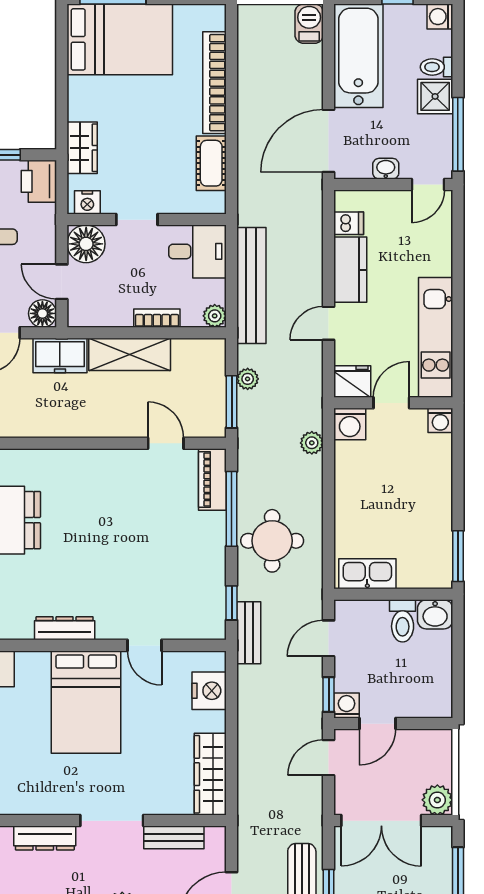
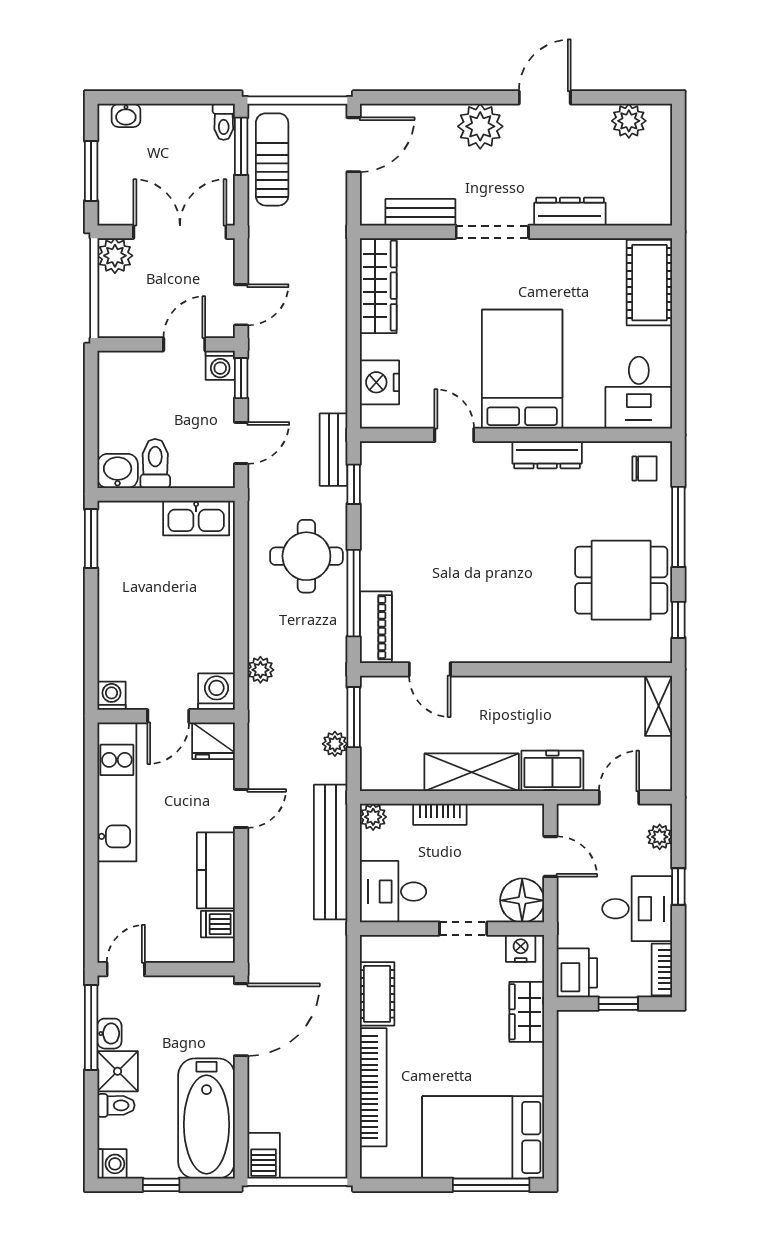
washbasin: (386, 169) -> (109, 1034), moved, turned -90
floor lamp: (42, 313) -> (573, 820), removed

